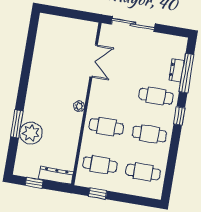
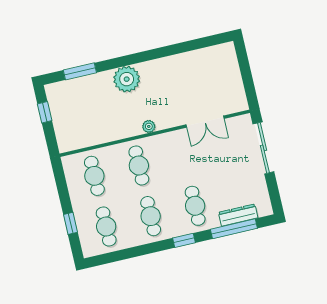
dresser: (176, 70) -> (238, 215), width x1.44
window: (17, 124) -> (80, 71), moved
plant: (31, 133) -> (127, 79), moved
dresser: (56, 175) -> (63, 133), removed
window: (98, 193) -> (70, 223), moved

